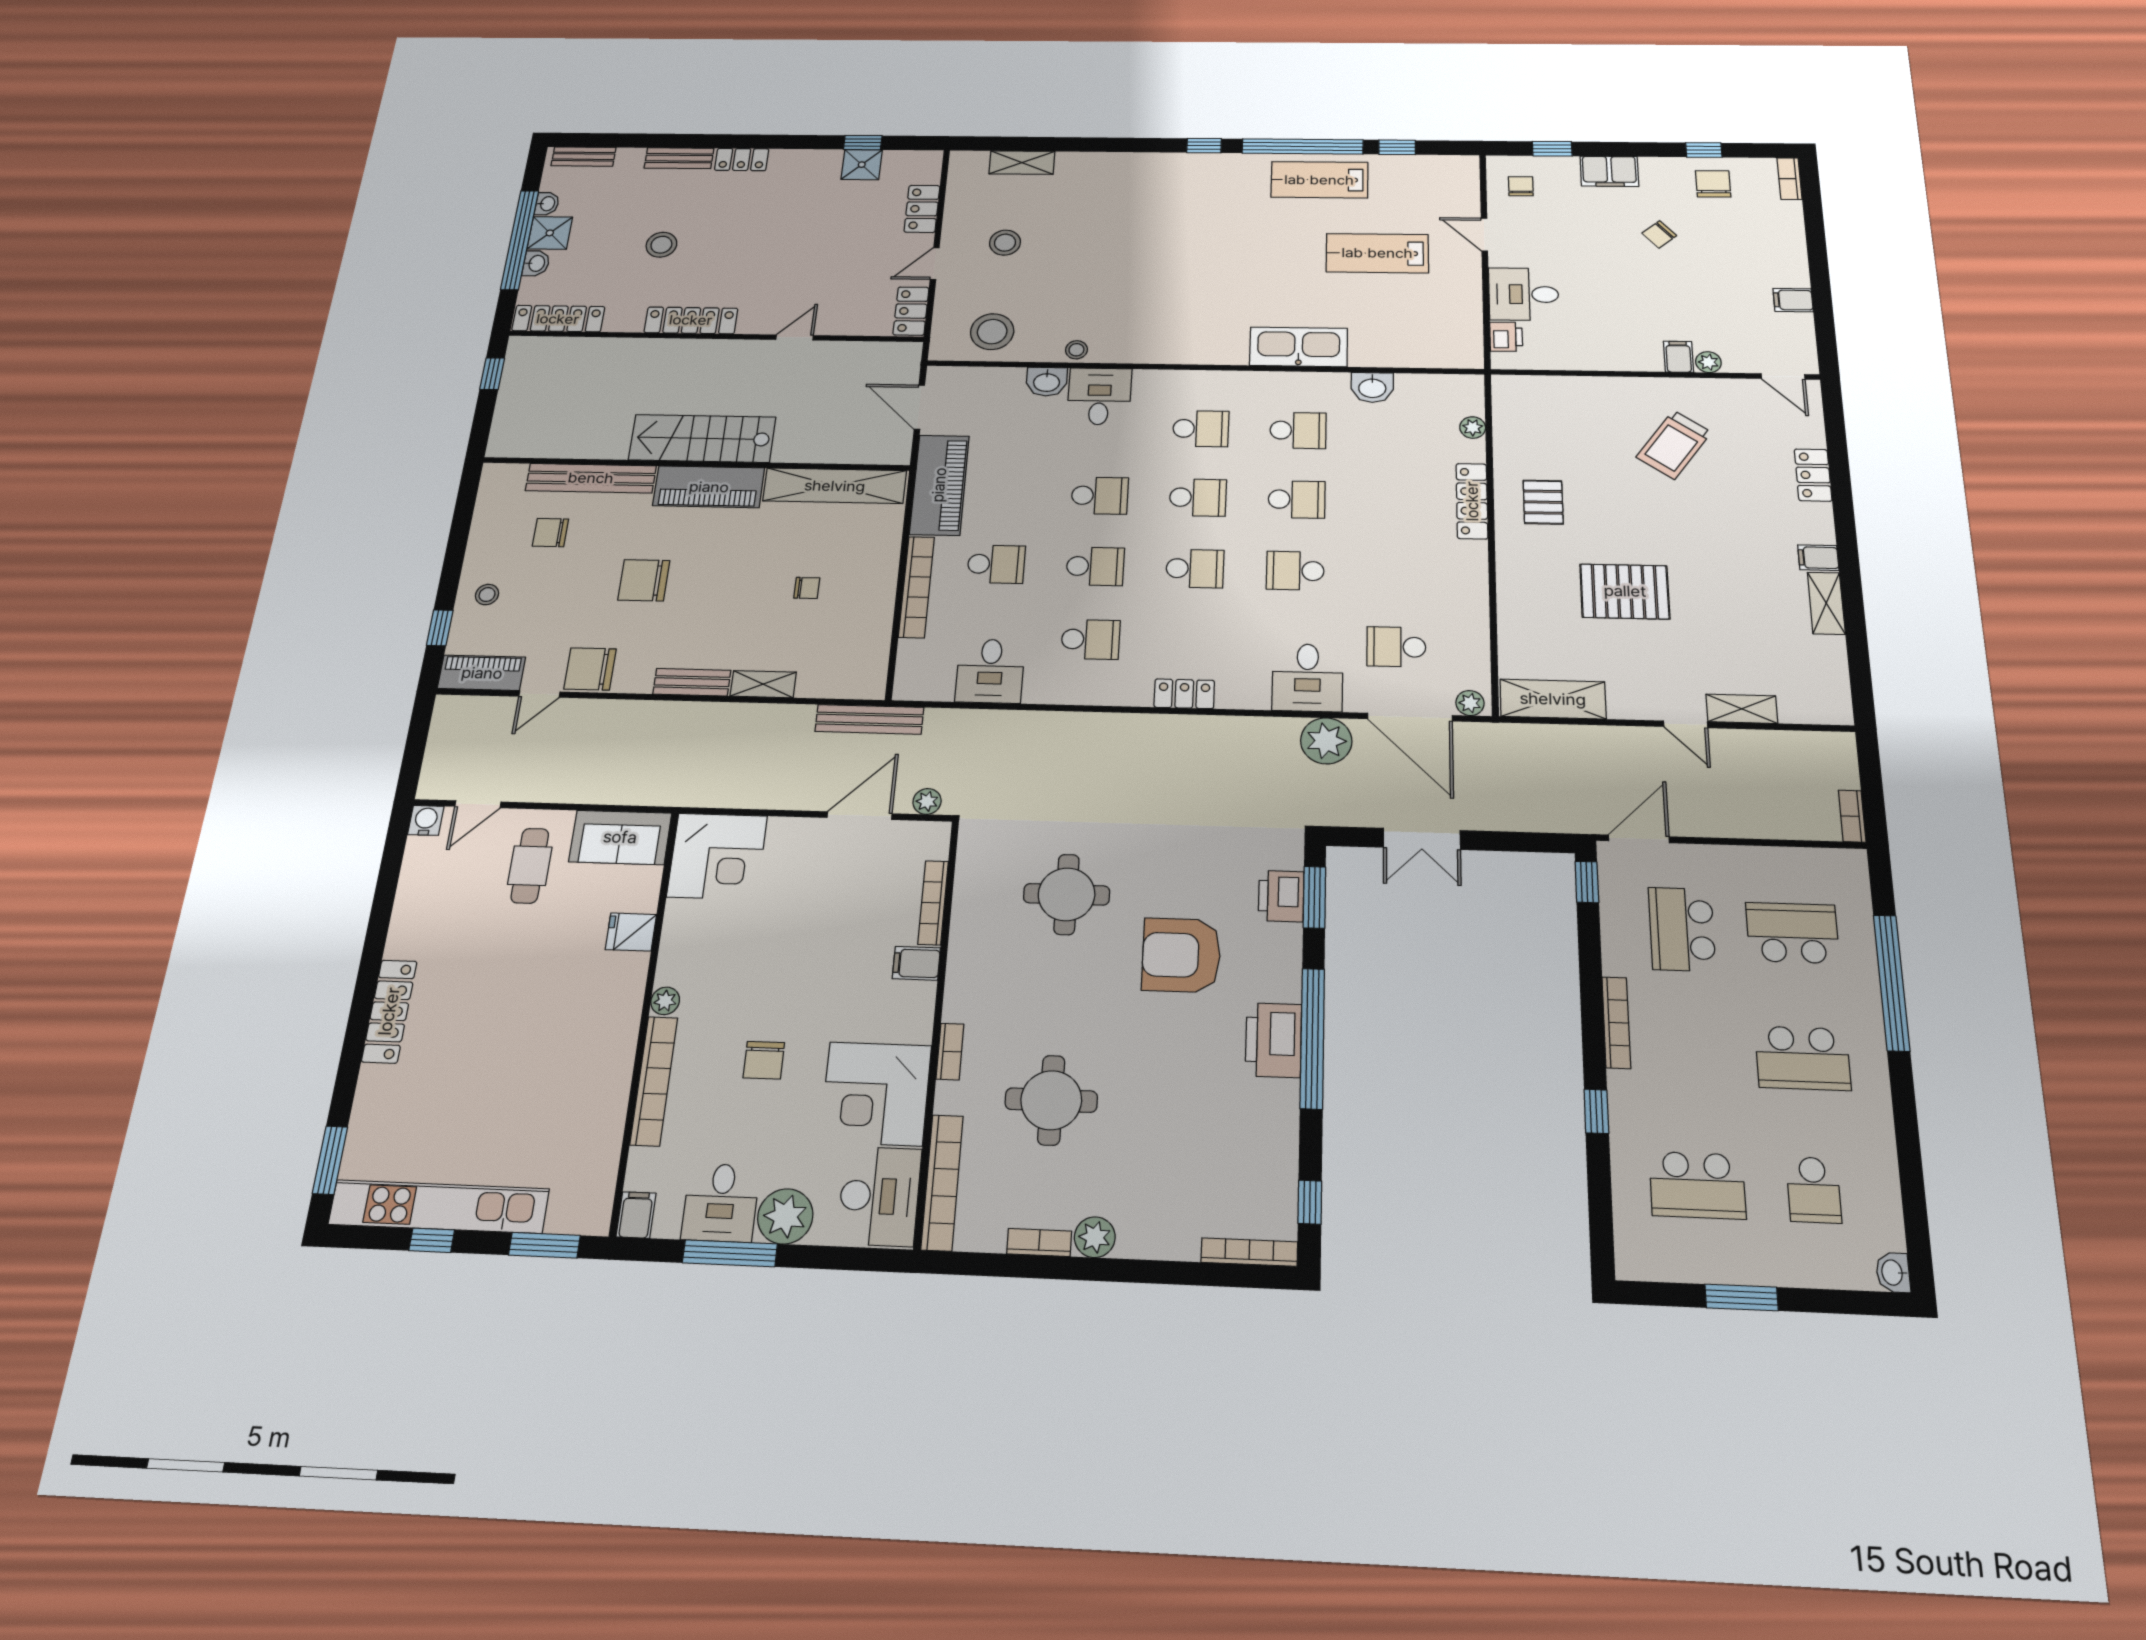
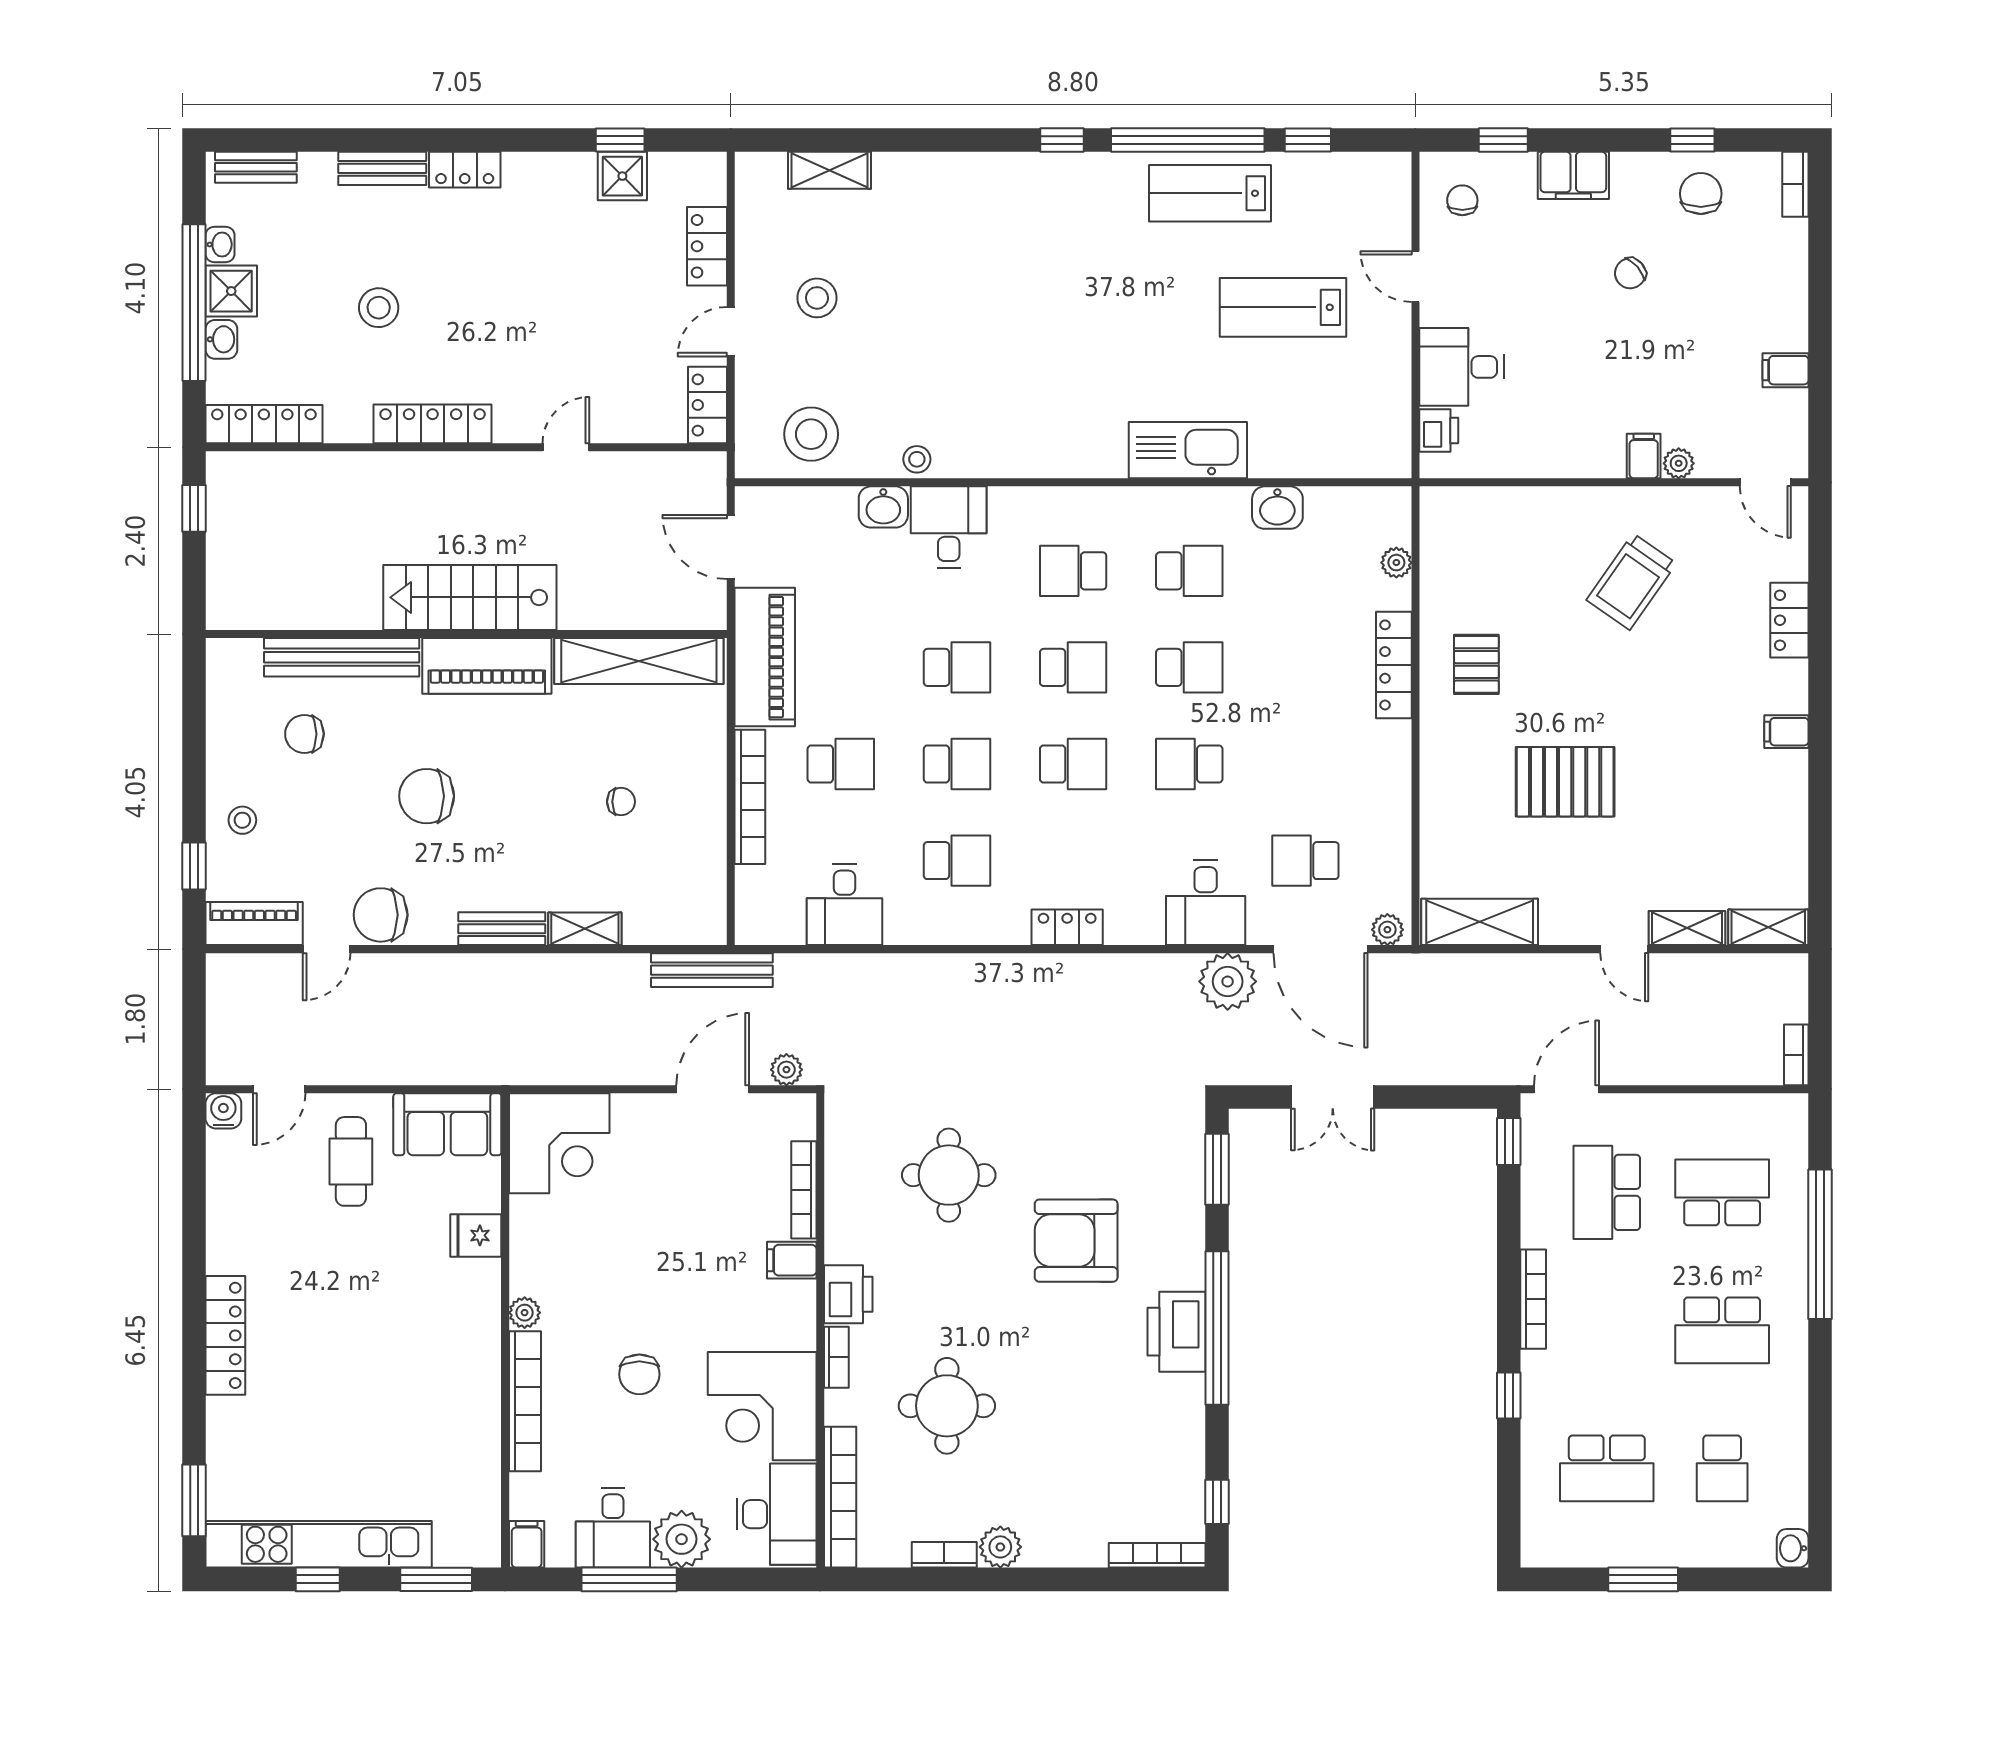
school desk: (1201, 429) -> (1073, 571), turned 180
shelving: (1826, 603) -> (1768, 927), moved, turned 90
printer: (1281, 896) -> (848, 1294), moved, turned 180

